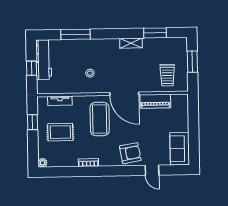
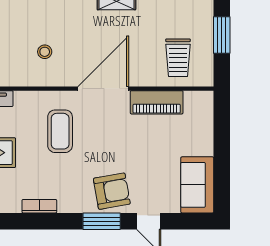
door: (124, 94) -> (103, 89), swing flipped
coffee table: (100, 119) -> (60, 131), width x0.73, depth x0.76
window: (125, 171) -> (102, 221), added

